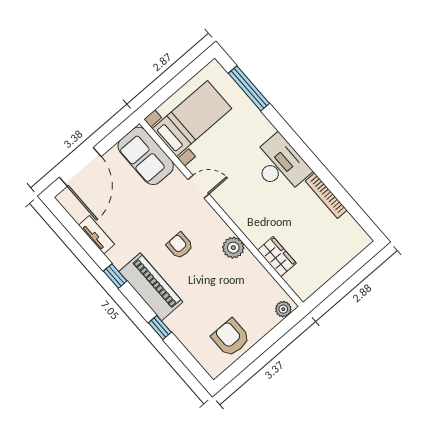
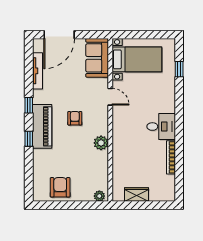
window: (249, 88) -> (179, 69), width x0.46
desk: (280, 165) -> (161, 127), width x0.73
tv unit: (97, 235) -> (37, 71), width x1.41
wardrobe: (277, 257) -> (136, 194), moved, turned -90
window: (160, 328) -> (29, 139), moved

